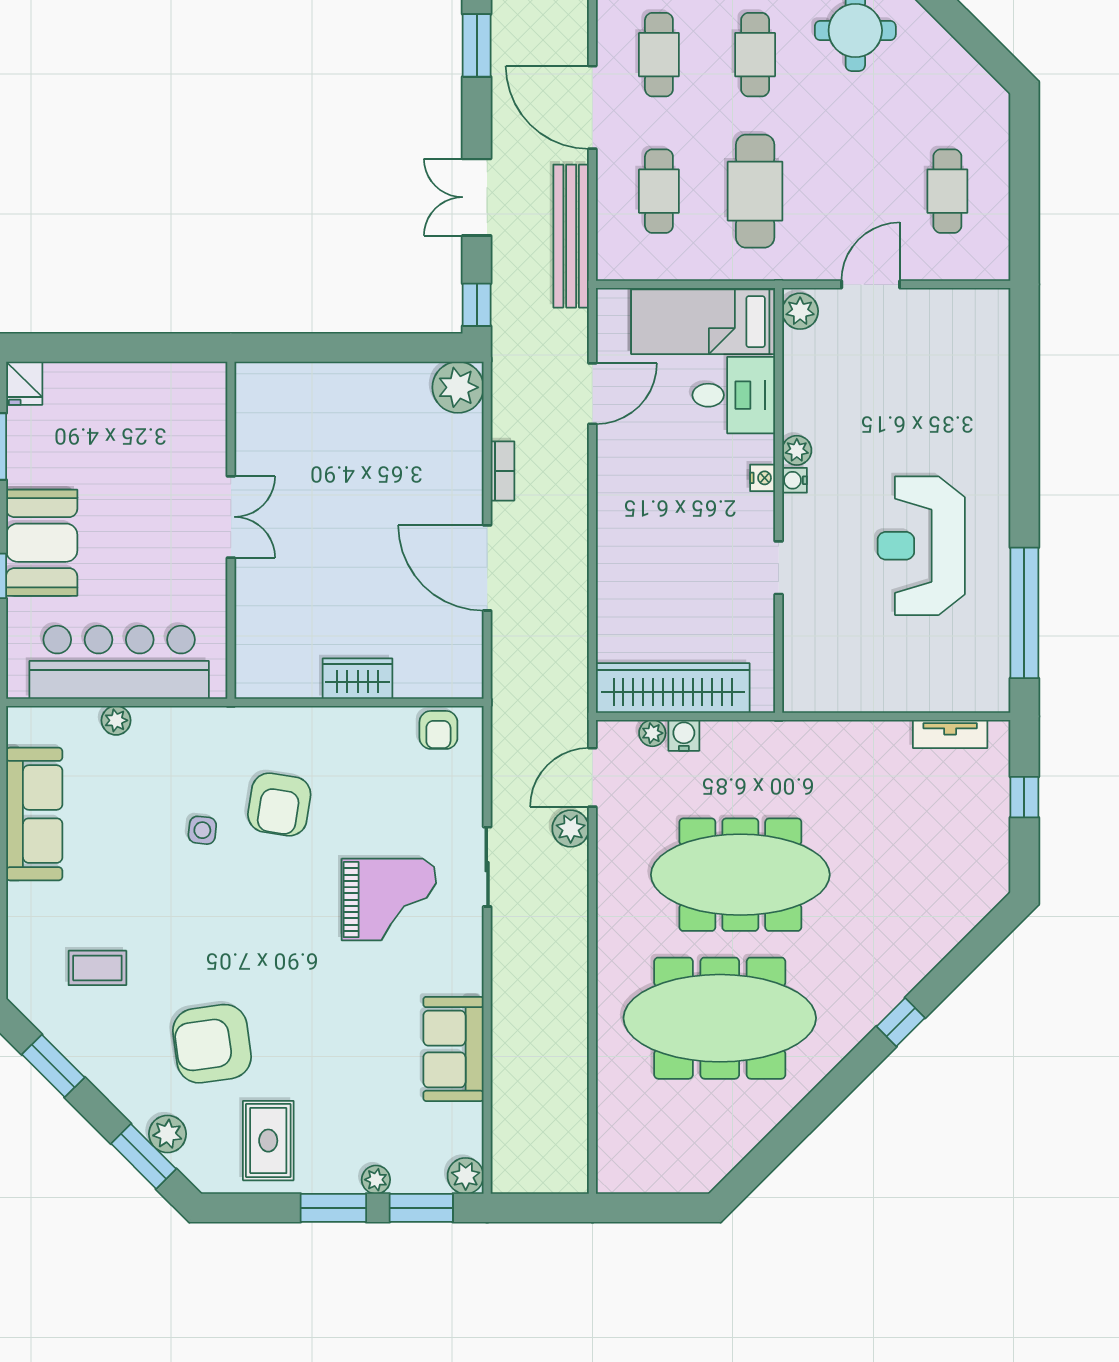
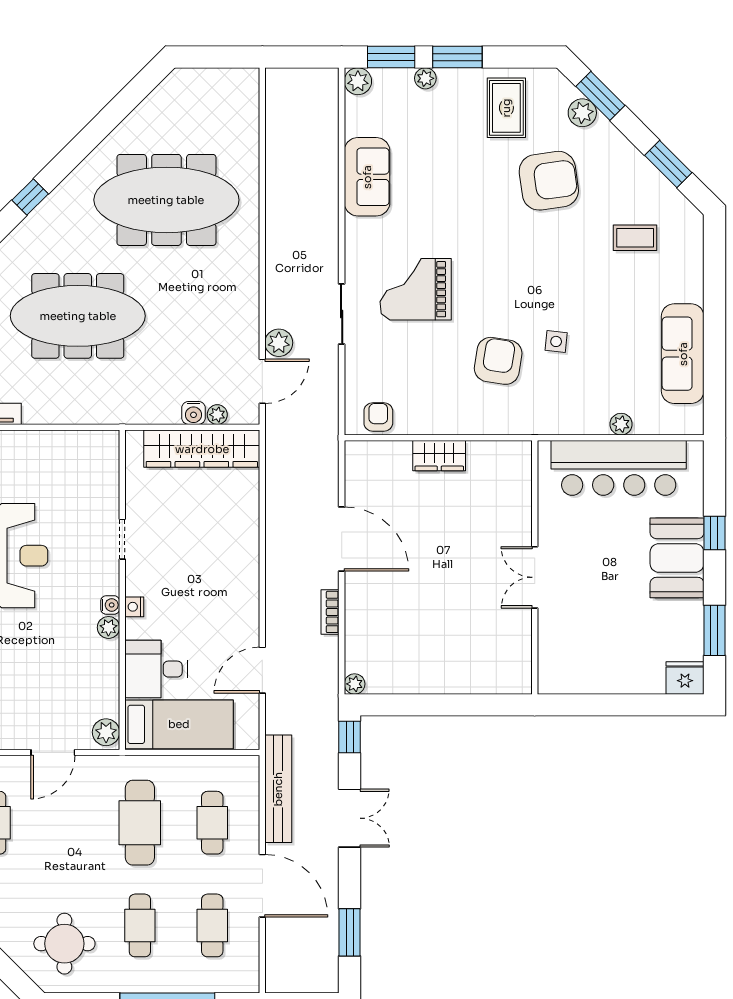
fridge: (24, 383) -> (685, 678), width x1.38
plant: (458, 387) -> (355, 684), width x0.53, depth x0.53
meeting table: (740, 875) -> (78, 316), moved

